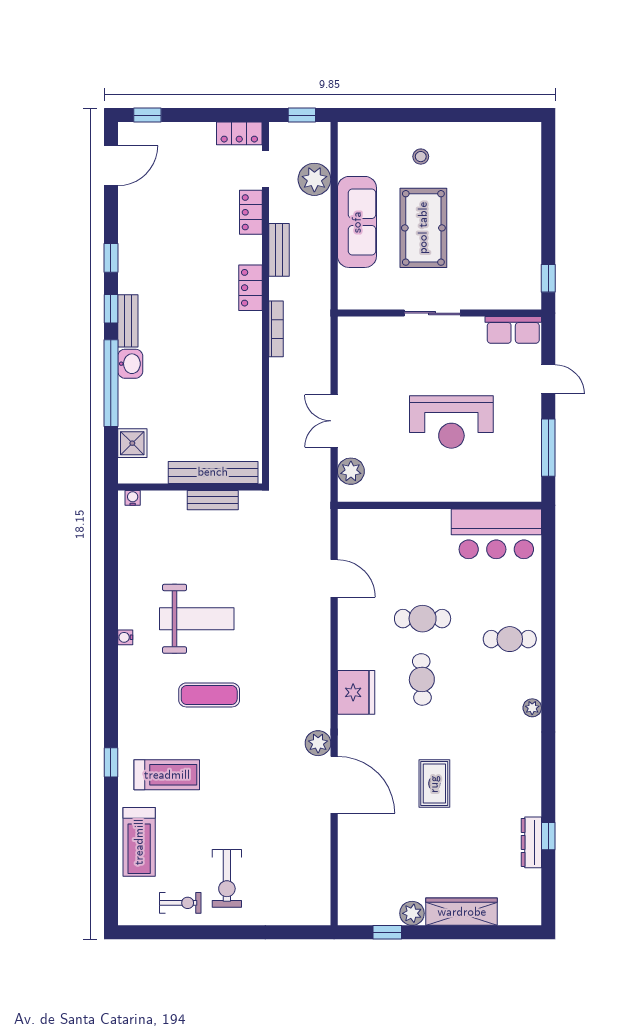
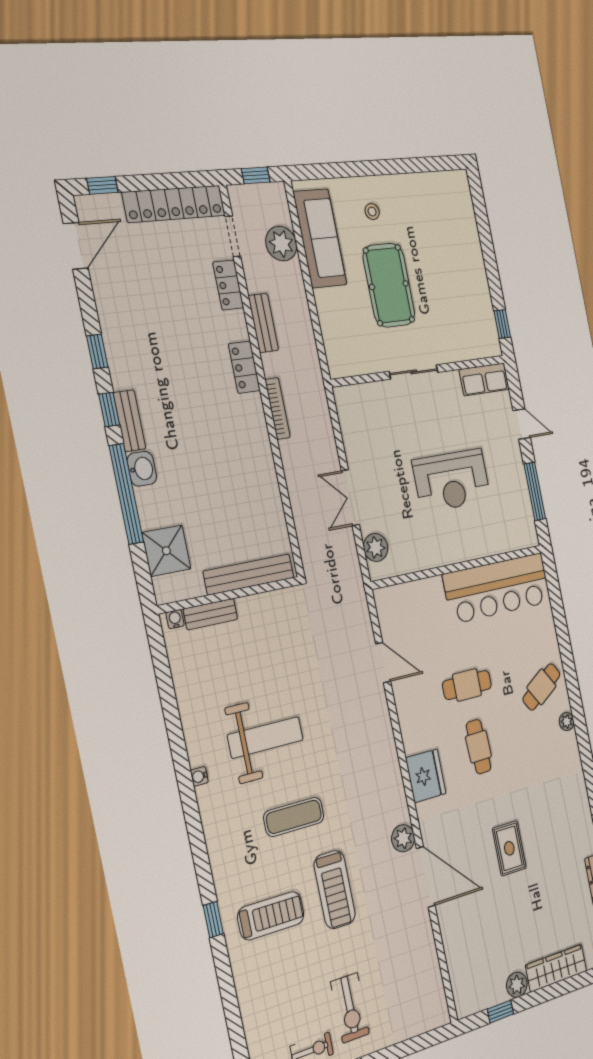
locker: (239, 133) -> (174, 204), width x2.16, depth x1.21
sofa: (357, 222) -> (320, 238), moved
shower: (132, 443) -> (166, 551), width x1.36, depth x1.36
bench: (213, 500) -> (210, 614), moved
bar counter: (496, 534) -> (497, 588), width x1.36
cafe table: (510, 639) -> (541, 687), turned -33
plant: (532, 708) -> (567, 722), moved
treadmill: (139, 842) -> (335, 890), moved

